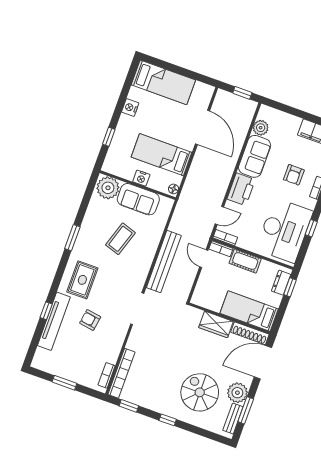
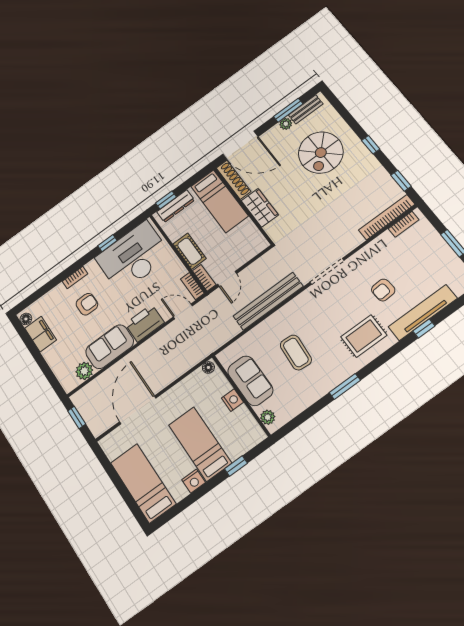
bed: (162, 155) -> (200, 444), moved, turned 180
plant: (108, 188) -> (268, 417), width x0.53, depth x0.53
coffee table: (120, 239) -> (296, 352), turned 76
dresser: (281, 283) -> (176, 206), width x1.44
armchair: (90, 320) -> (383, 290), turned 77
plant: (237, 393) -> (286, 124), width x0.53, depth x0.53

